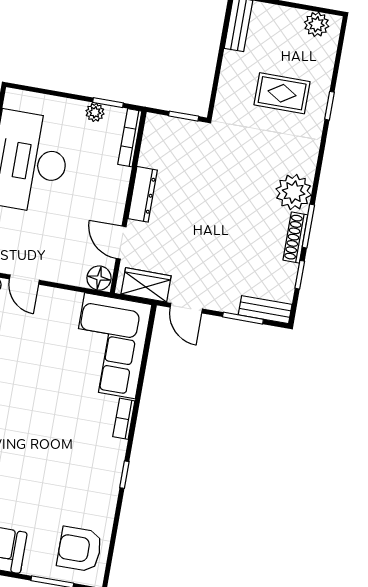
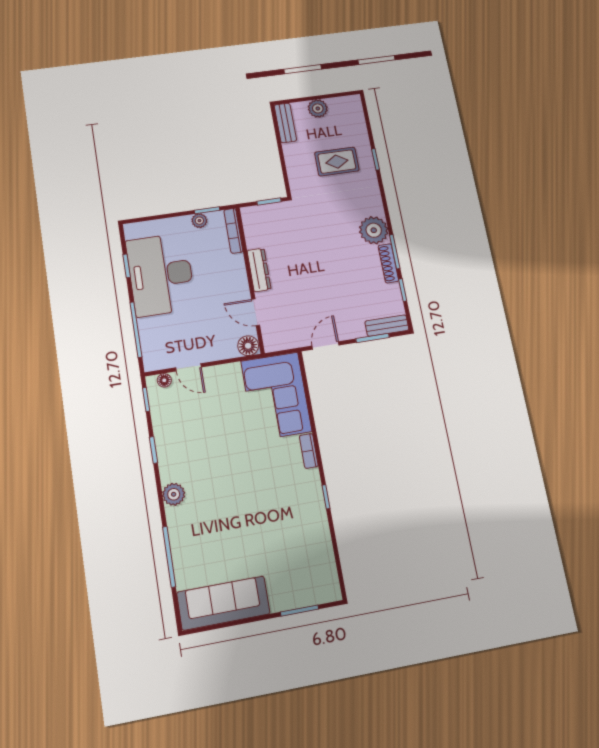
plant: (317, 24) -> (318, 108), moved
wardrobe: (146, 285) -> (287, 338), removed
door: (186, 308) -> (326, 346), swing flipped
armchair: (80, 549) -> (312, 574), removed

